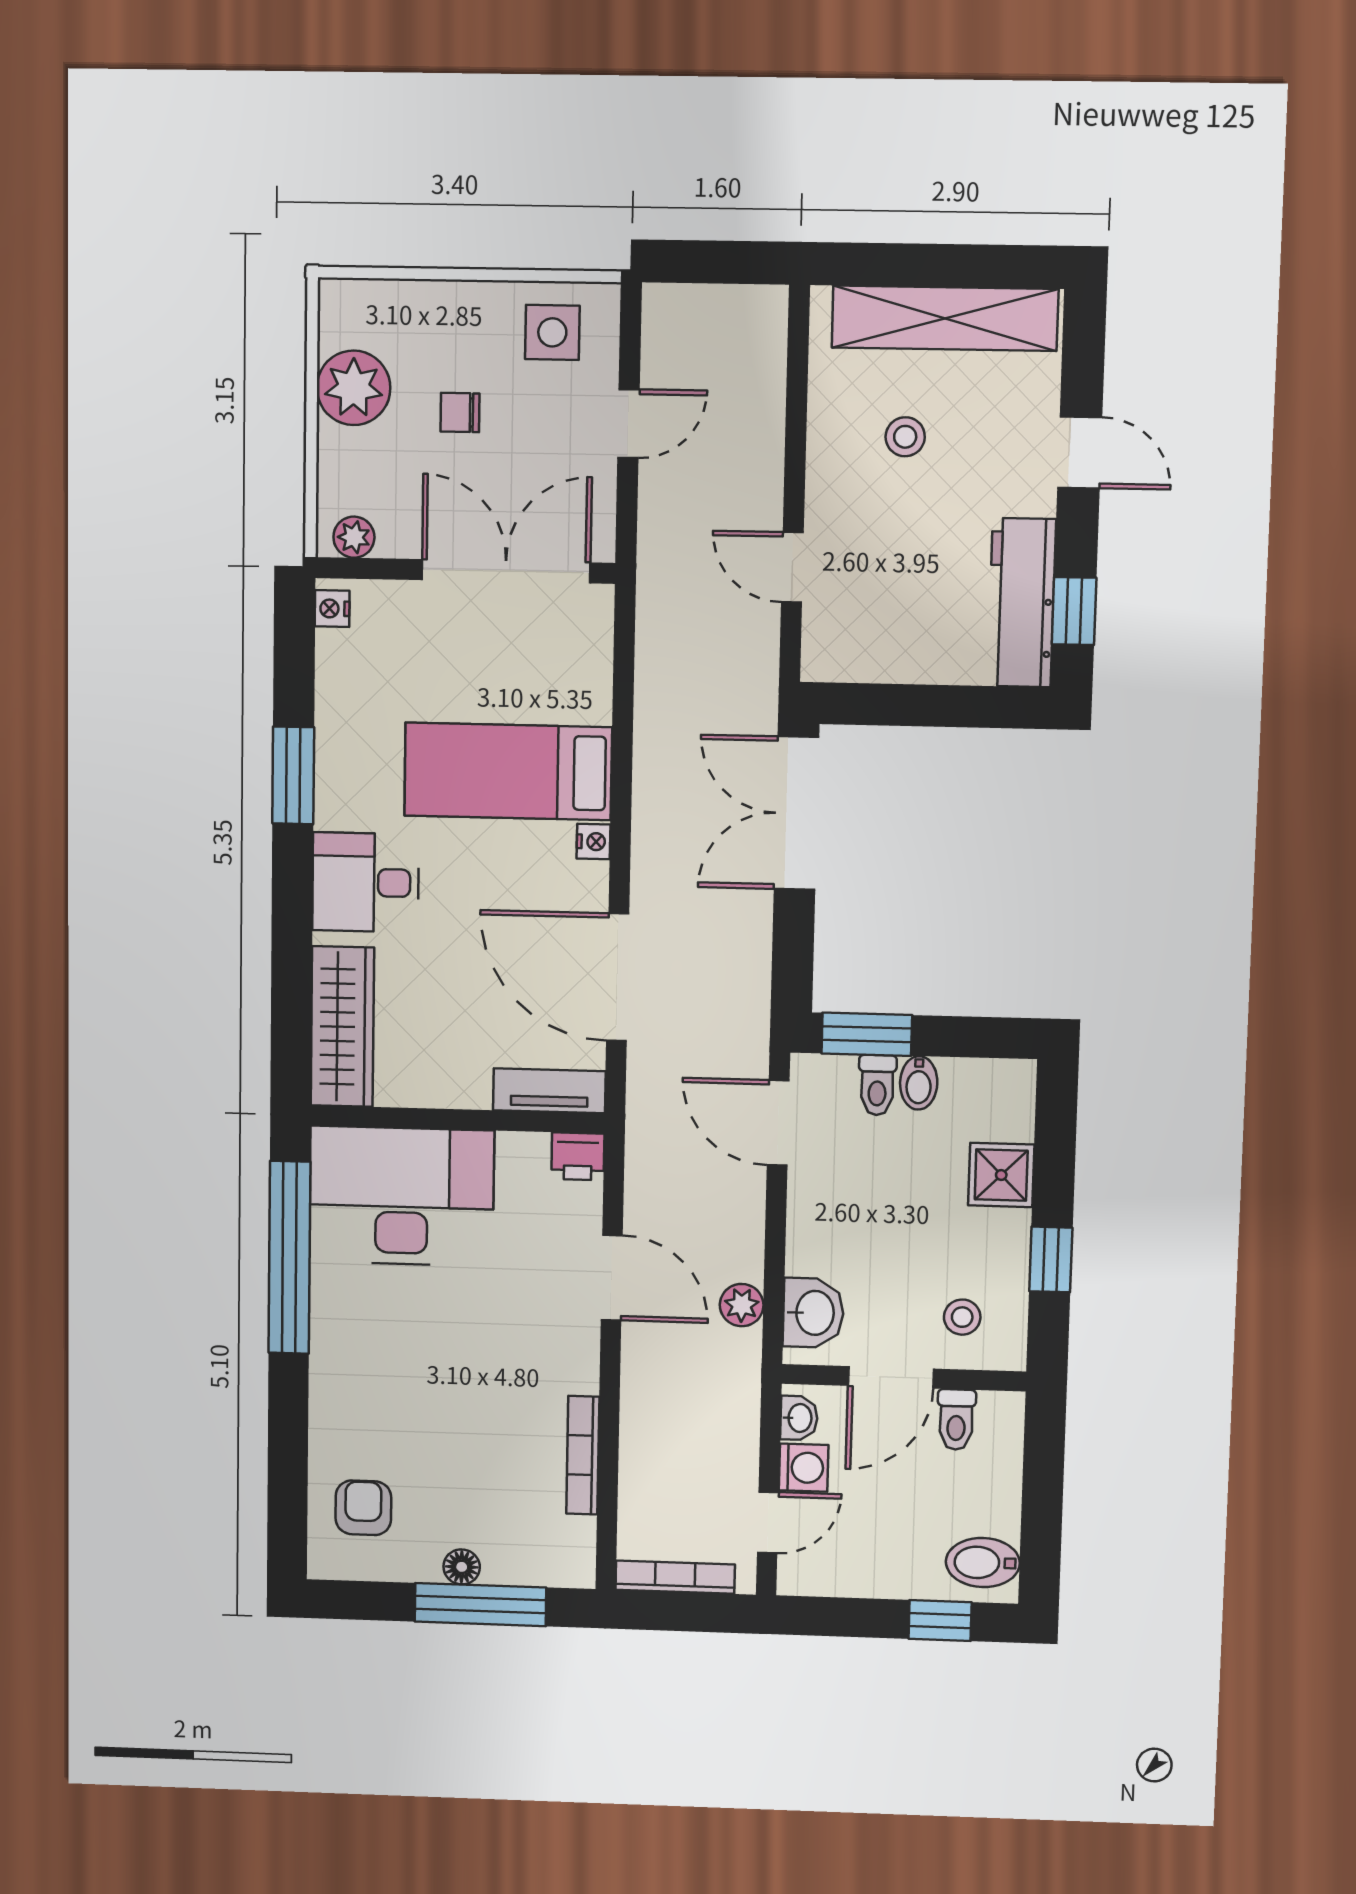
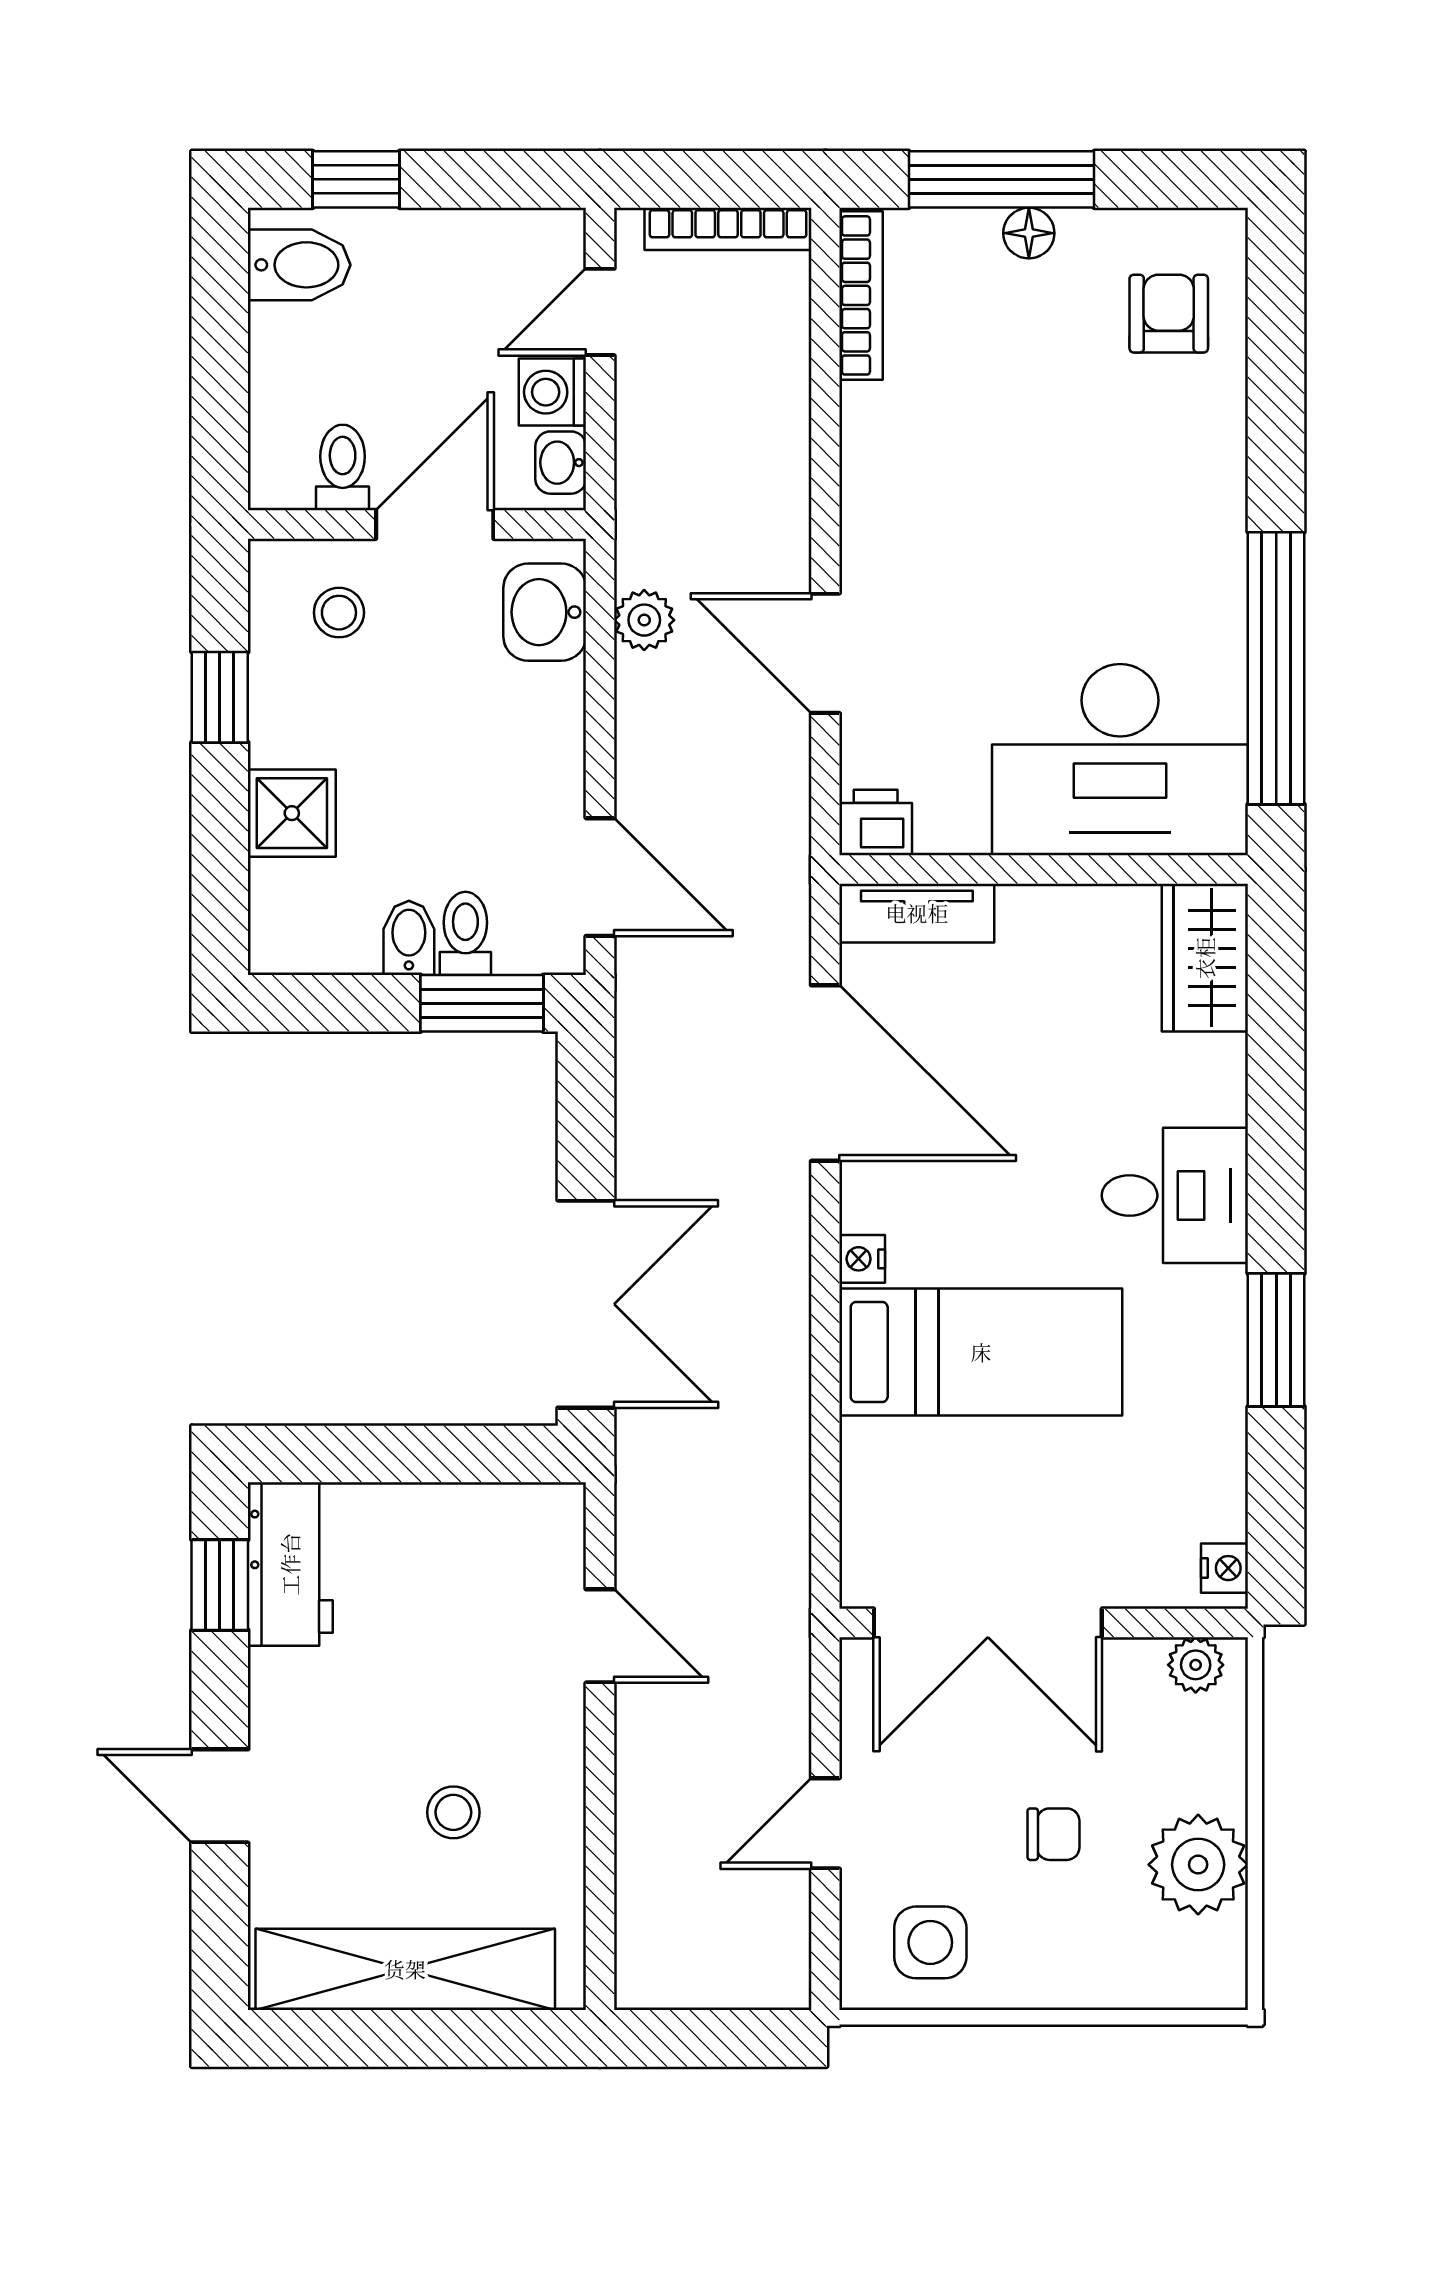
workbench: (1022, 603) -> (290, 1564), width x0.73
wardrobe: (342, 1027) -> (1205, 958), width x0.67
bookcase: (583, 1455) -> (861, 295), moved
armchair: (363, 1508) -> (1169, 314), turned 180

